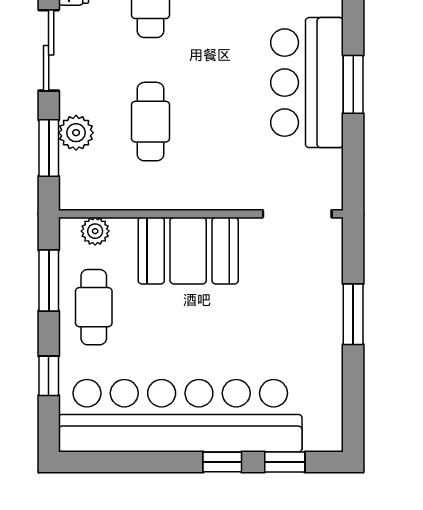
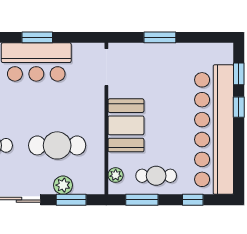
cafe table: (151, 122) -> (57, 145), width x1.37, depth x1.35

